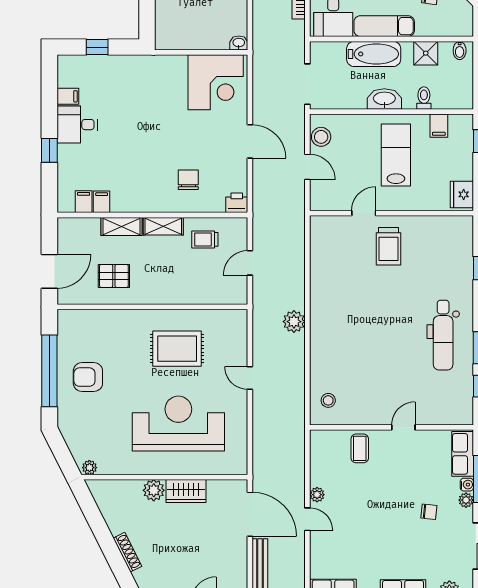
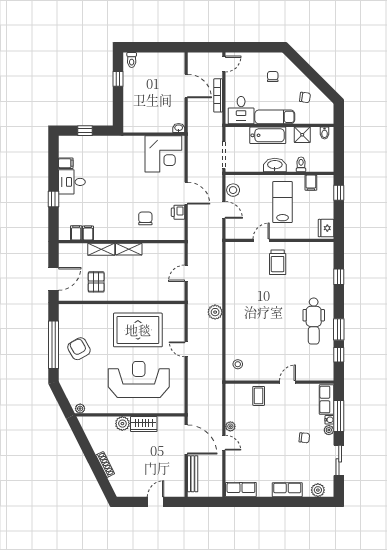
printer: (237, 203) -> (178, 212), moved, turned -90
trolley: (205, 239) -> (156, 258), removed
pallet: (114, 276) -> (96, 282), turned 90
rug: (177, 349) -> (138, 330), width x1.37, depth x1.44
armchair: (88, 377) -> (79, 349), turned 60

